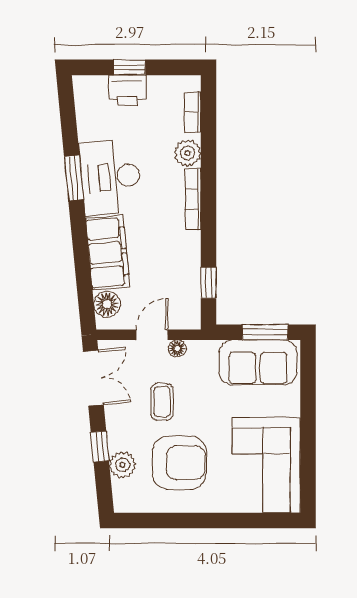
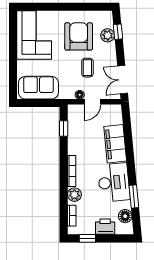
window: (129, 67) -> (87, 238), moved
window: (74, 178) -> (134, 197), moved
floor lamp: (107, 304) -> (125, 216), moved
window: (265, 332) -> (35, 103), removed
window: (100, 447) -> (118, 32), moved
armchair: (179, 463) -> (79, 36), turned 90

